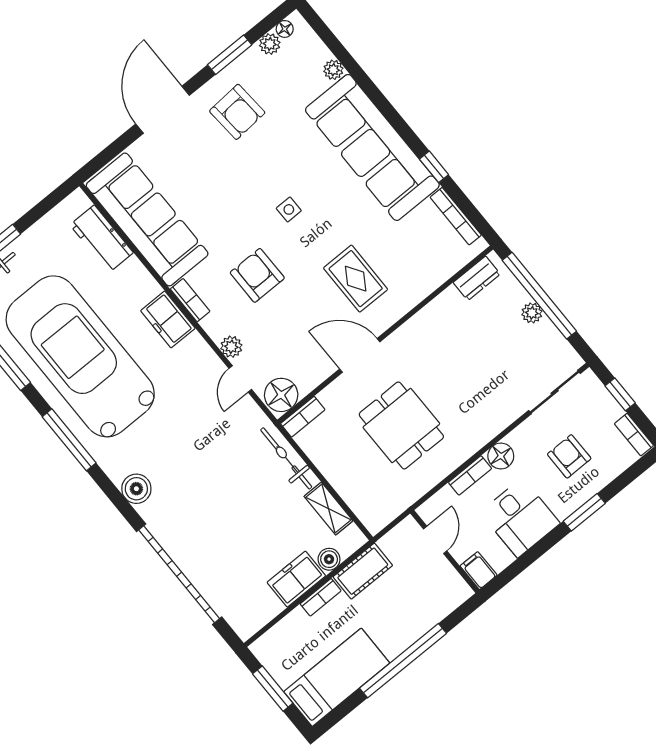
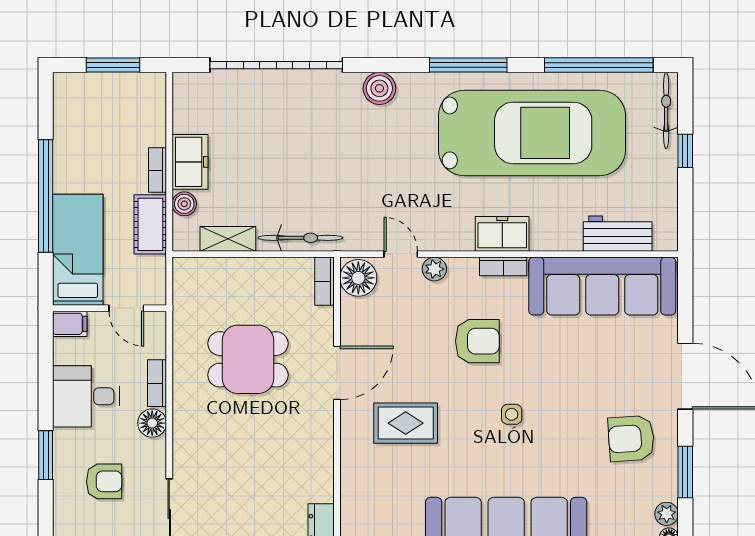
bed: (337, 677) -> (78, 250), moved, turned 180

